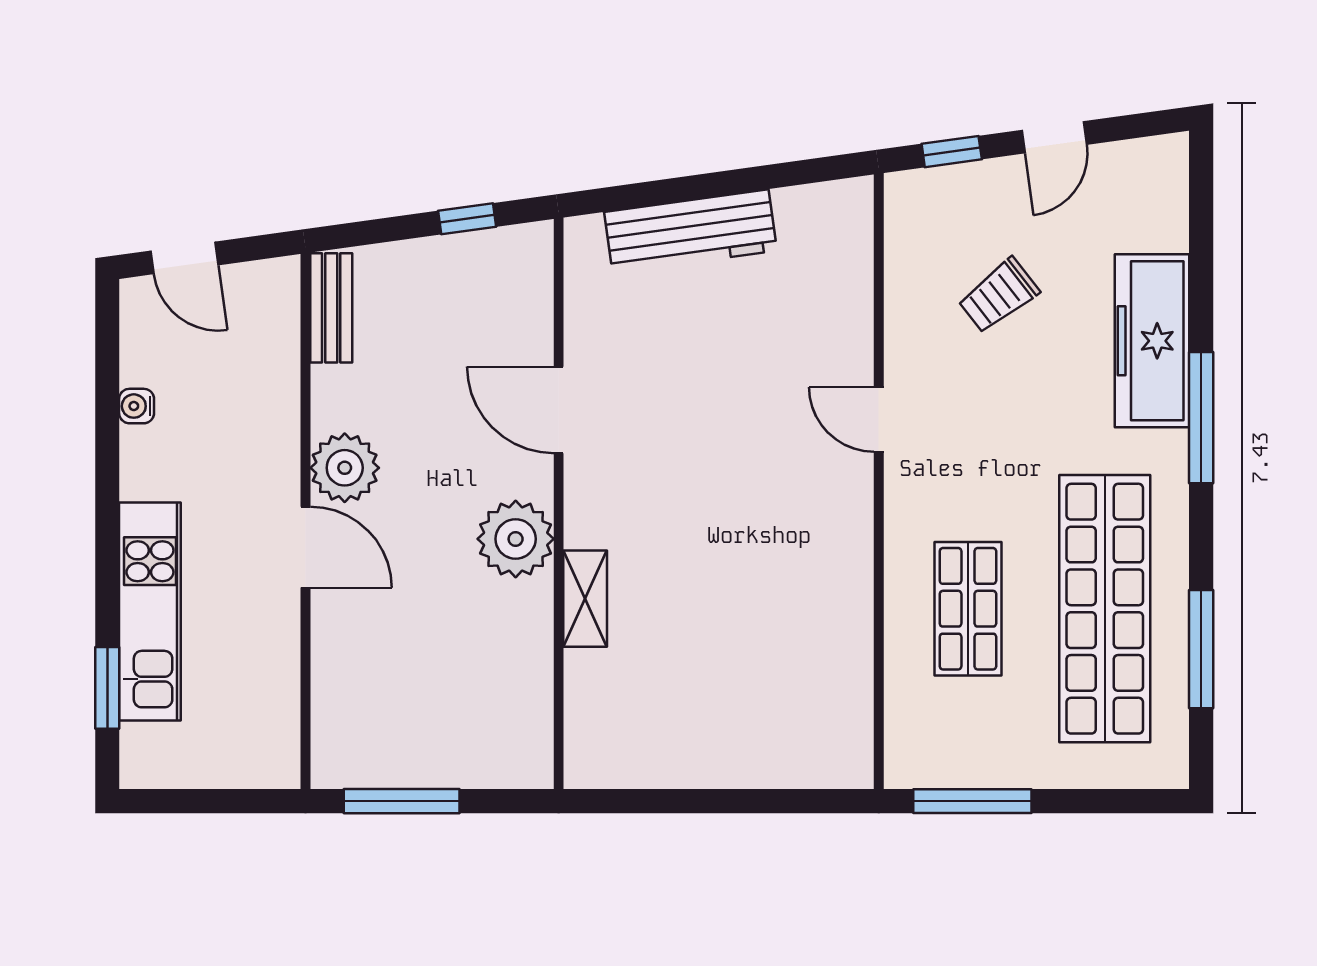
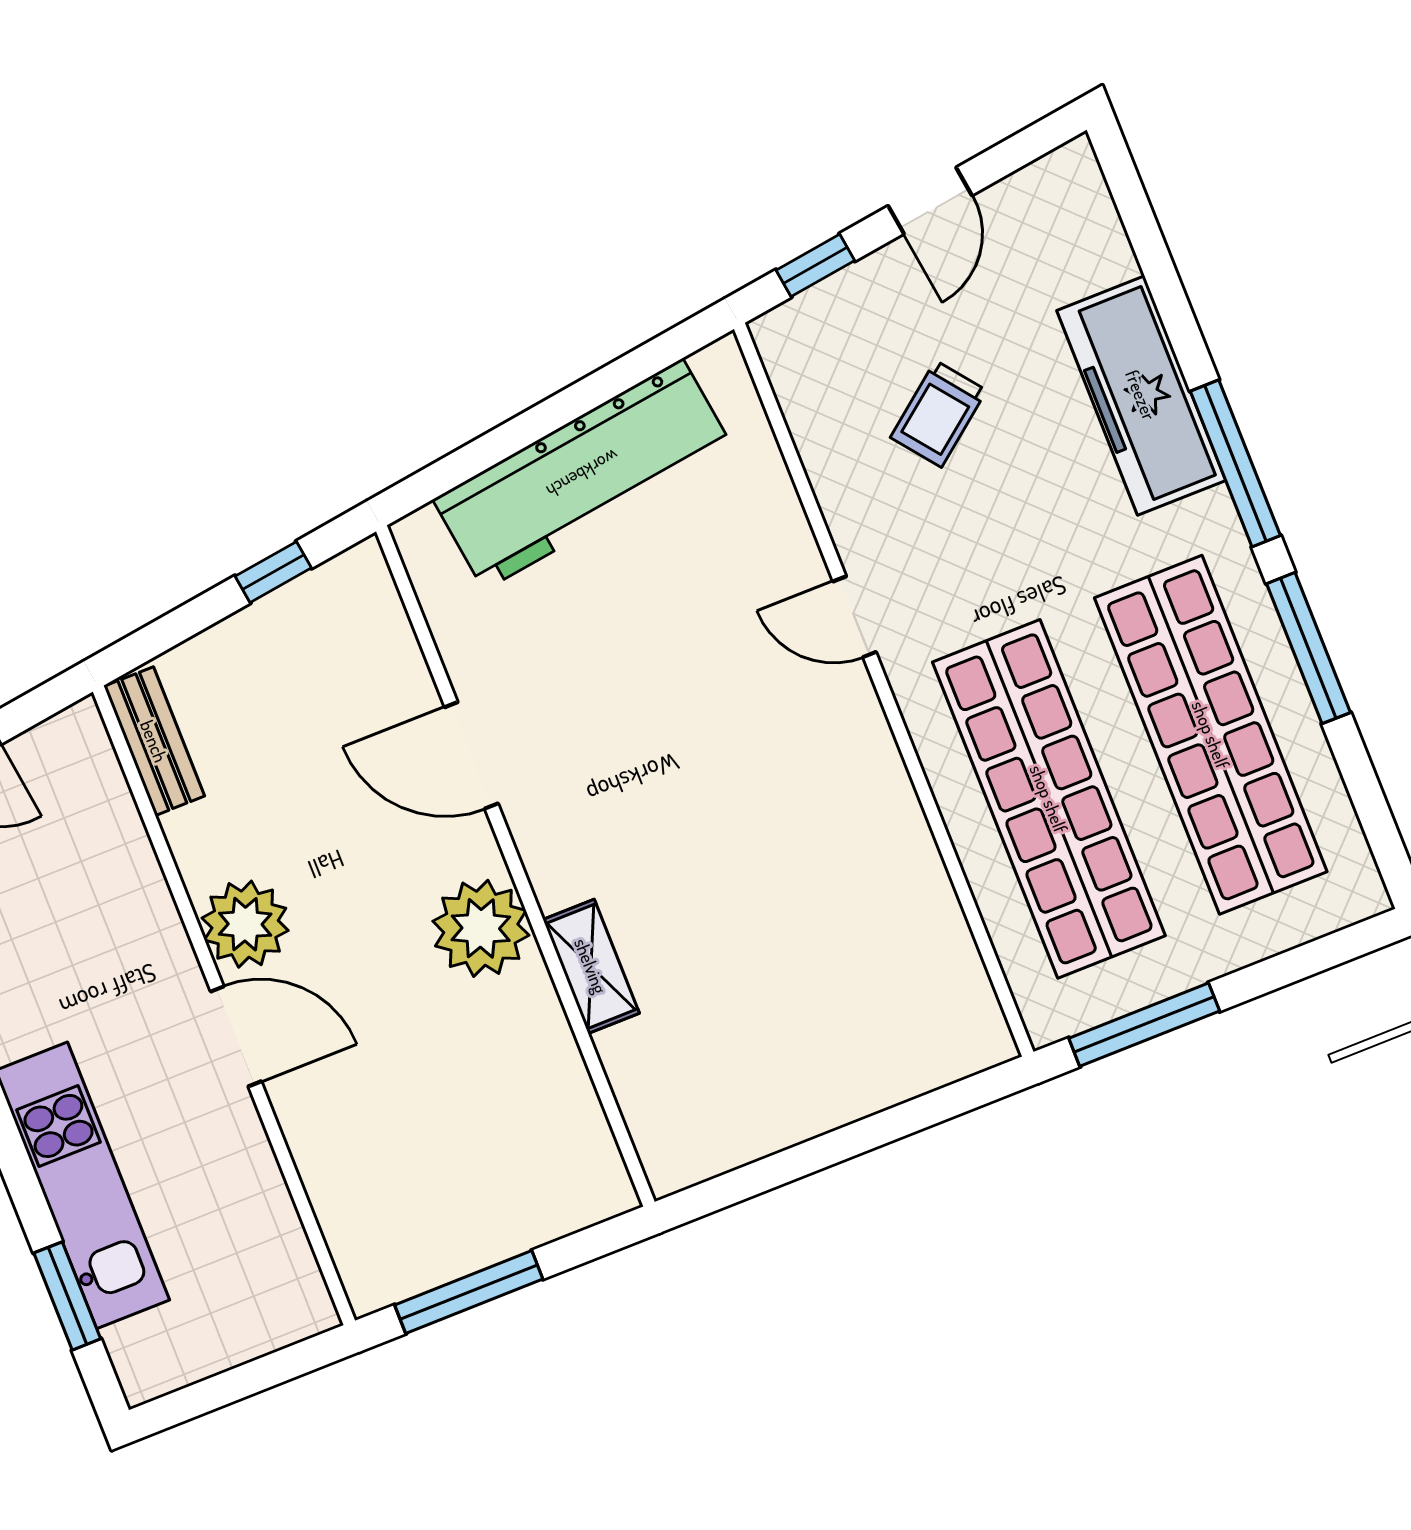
workbench: (691, 231) -> (583, 474), width x1.36, depth x1.32
shop shelf: (968, 609) -> (1049, 799), width x2.00, depth x1.36
window: (1201, 649) -> (1308, 648), moved

